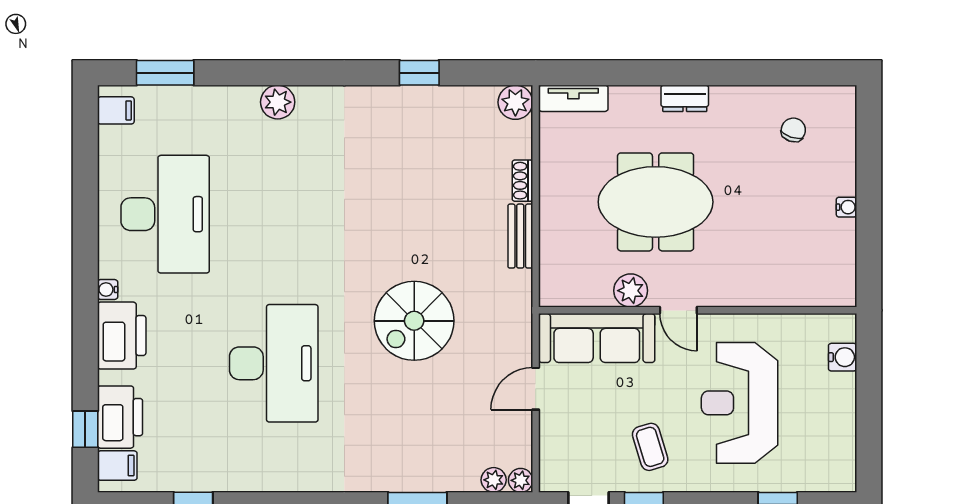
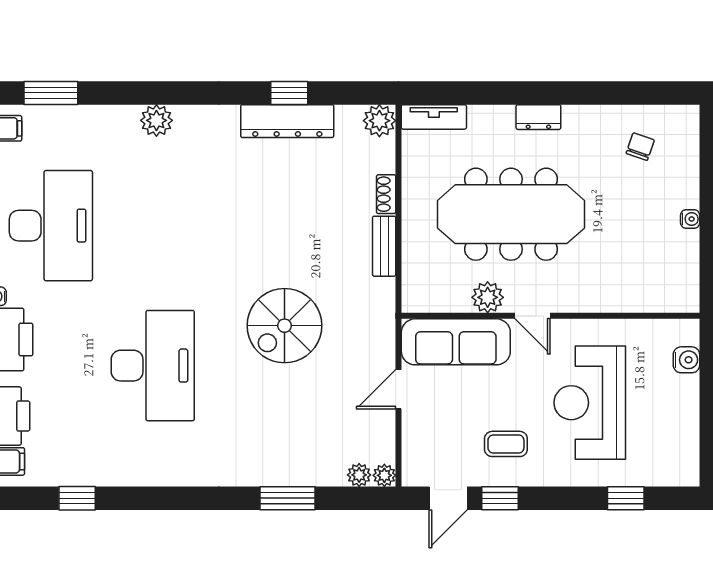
dresser: (417, 103) -> (287, 121), added
meeting table: (656, 202) -> (511, 214), width x1.36
coffee table: (650, 447) -> (506, 444), turned -73

